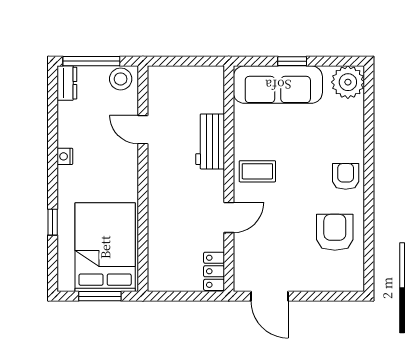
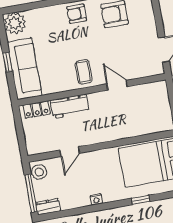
locker: (214, 271) -> (37, 110), moved

